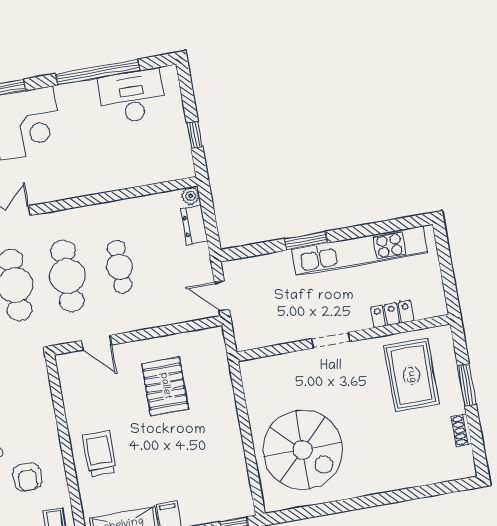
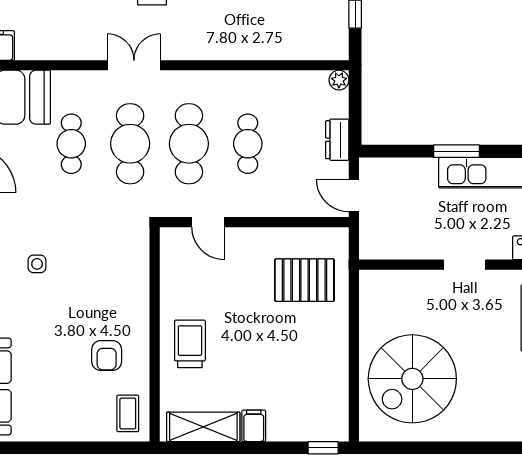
dresser: (194, 225) -> (337, 140), moved
pallet: (165, 386) -> (304, 280), moved, turned 90
spiral stairs: (303, 450) -> (412, 379), turned 90

